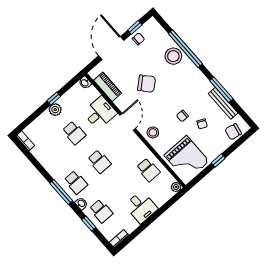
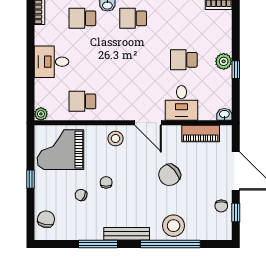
bench: (223, 103) -> (127, 234), moved
school desk: (99, 162) -> (133, 60), removed

